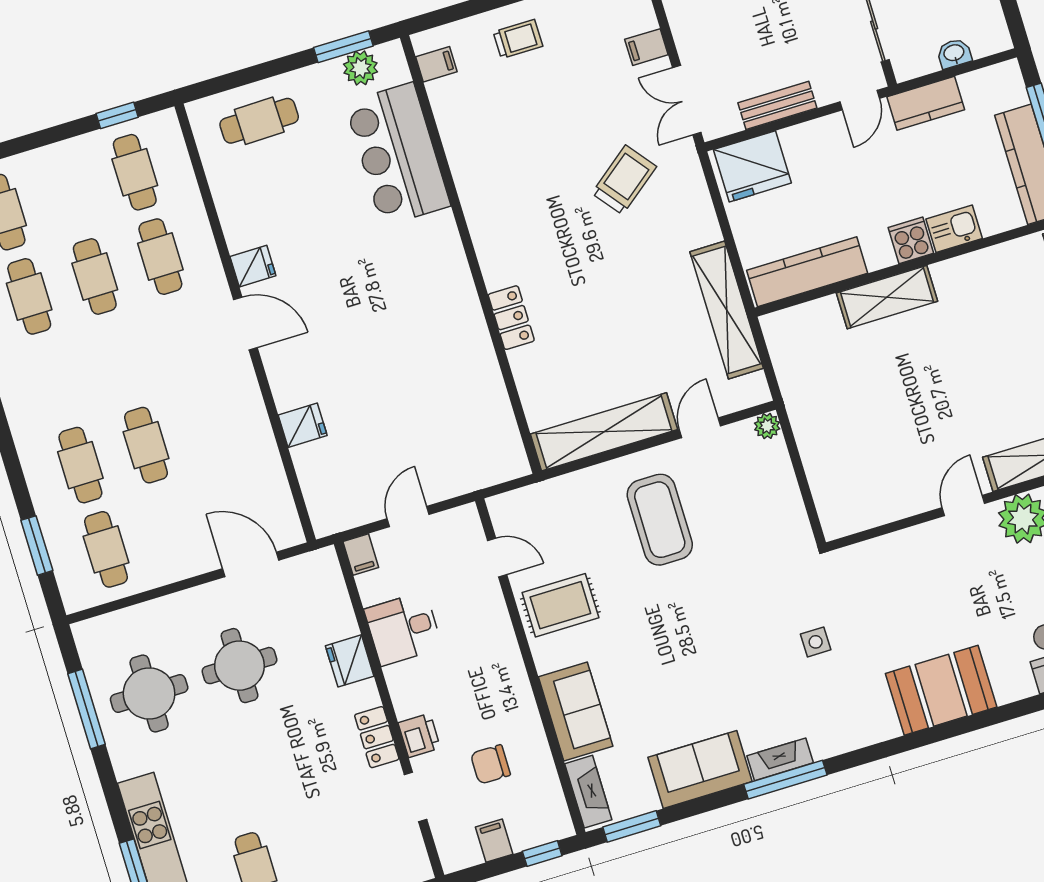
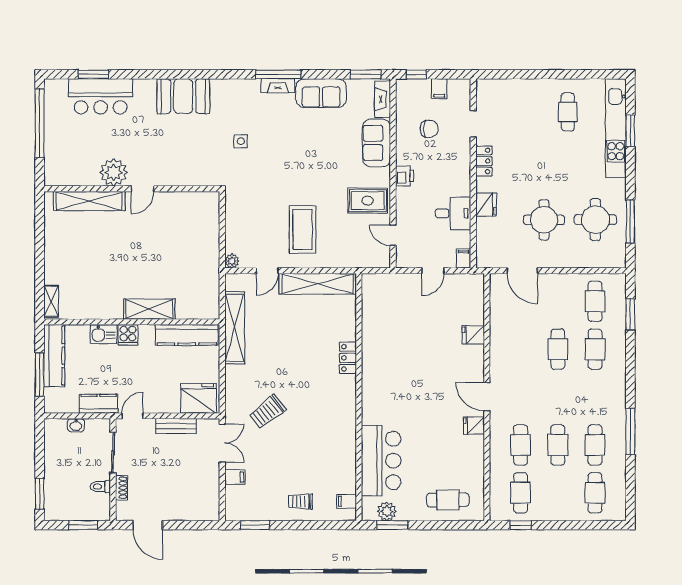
printer: (419, 735) -> (405, 176), moved, turned 180

